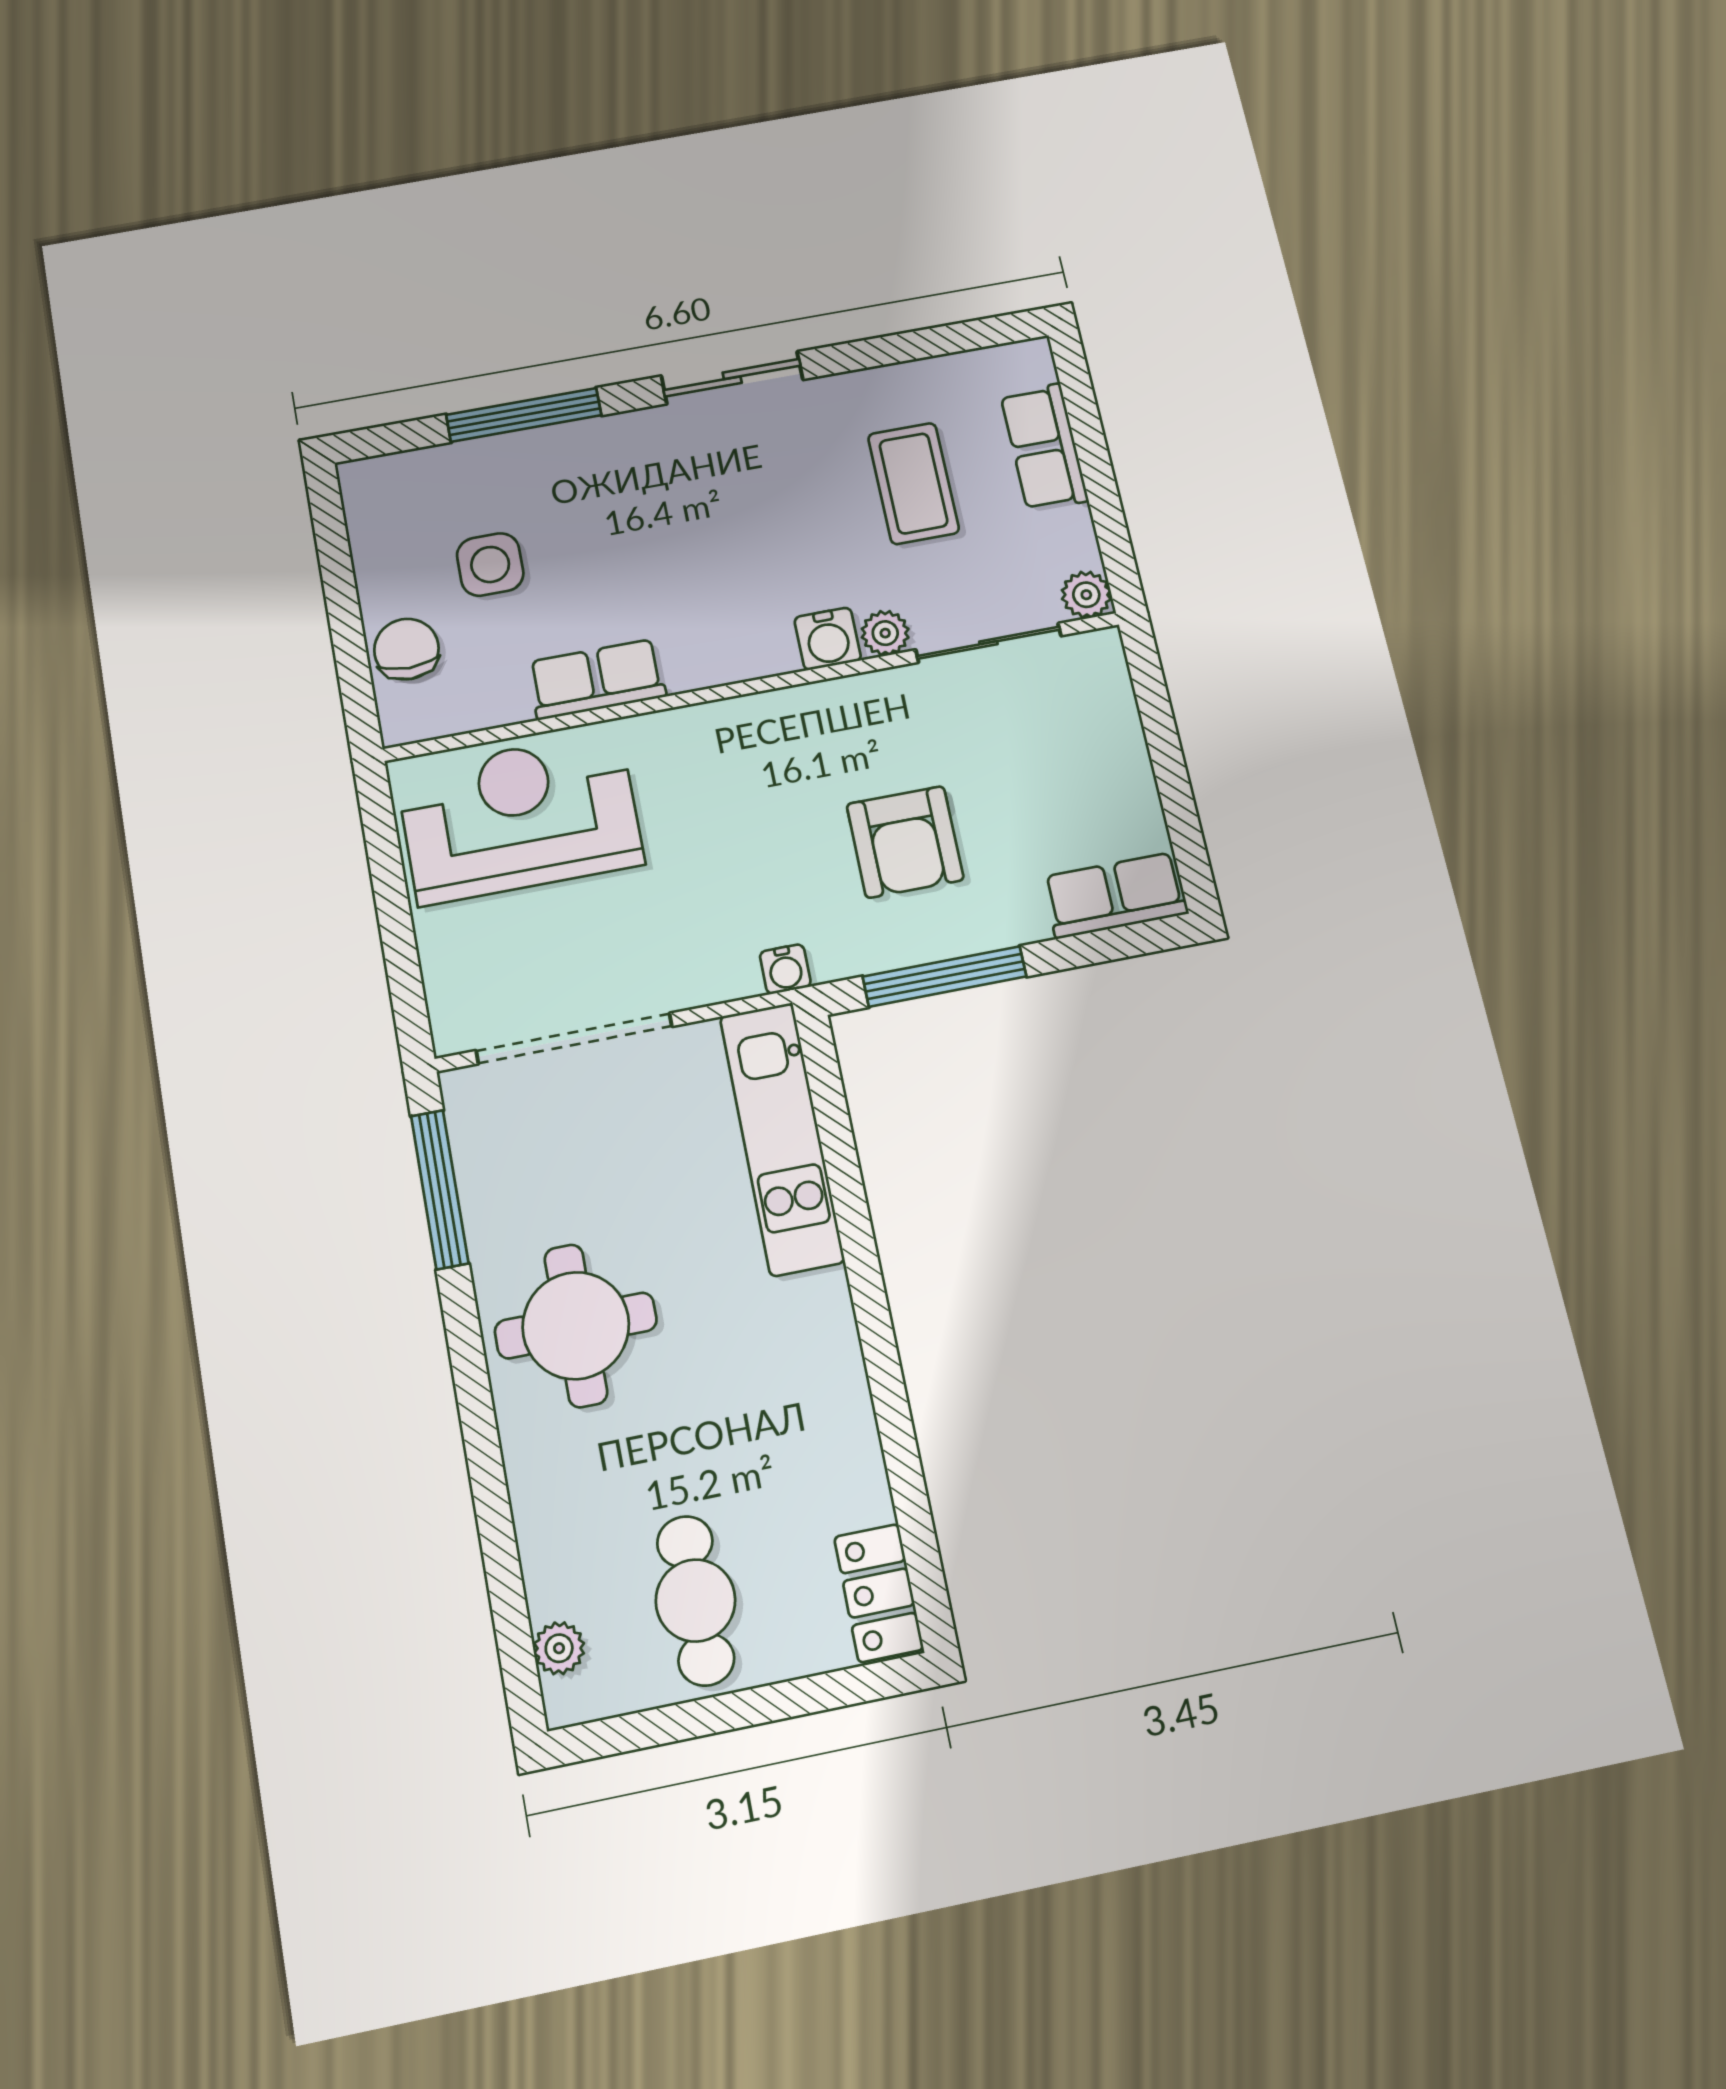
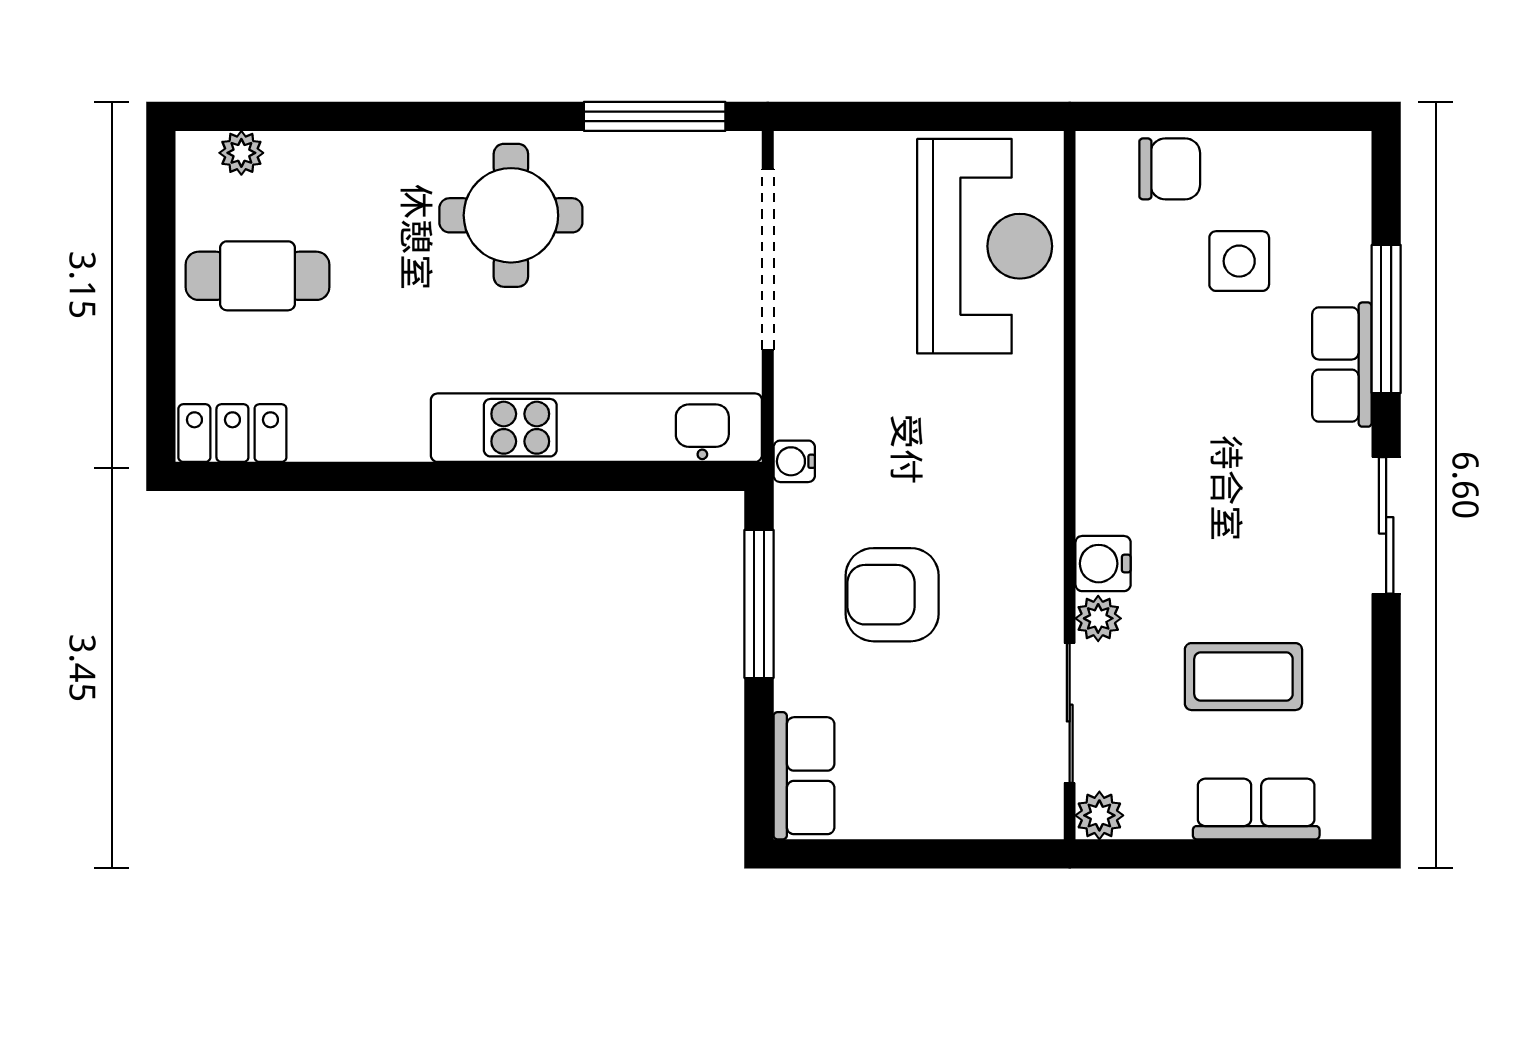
row of seats: (597, 679) -> (1342, 365), moved, turned 180
kitchen unit: (782, 1138) -> (596, 428), width x1.36

